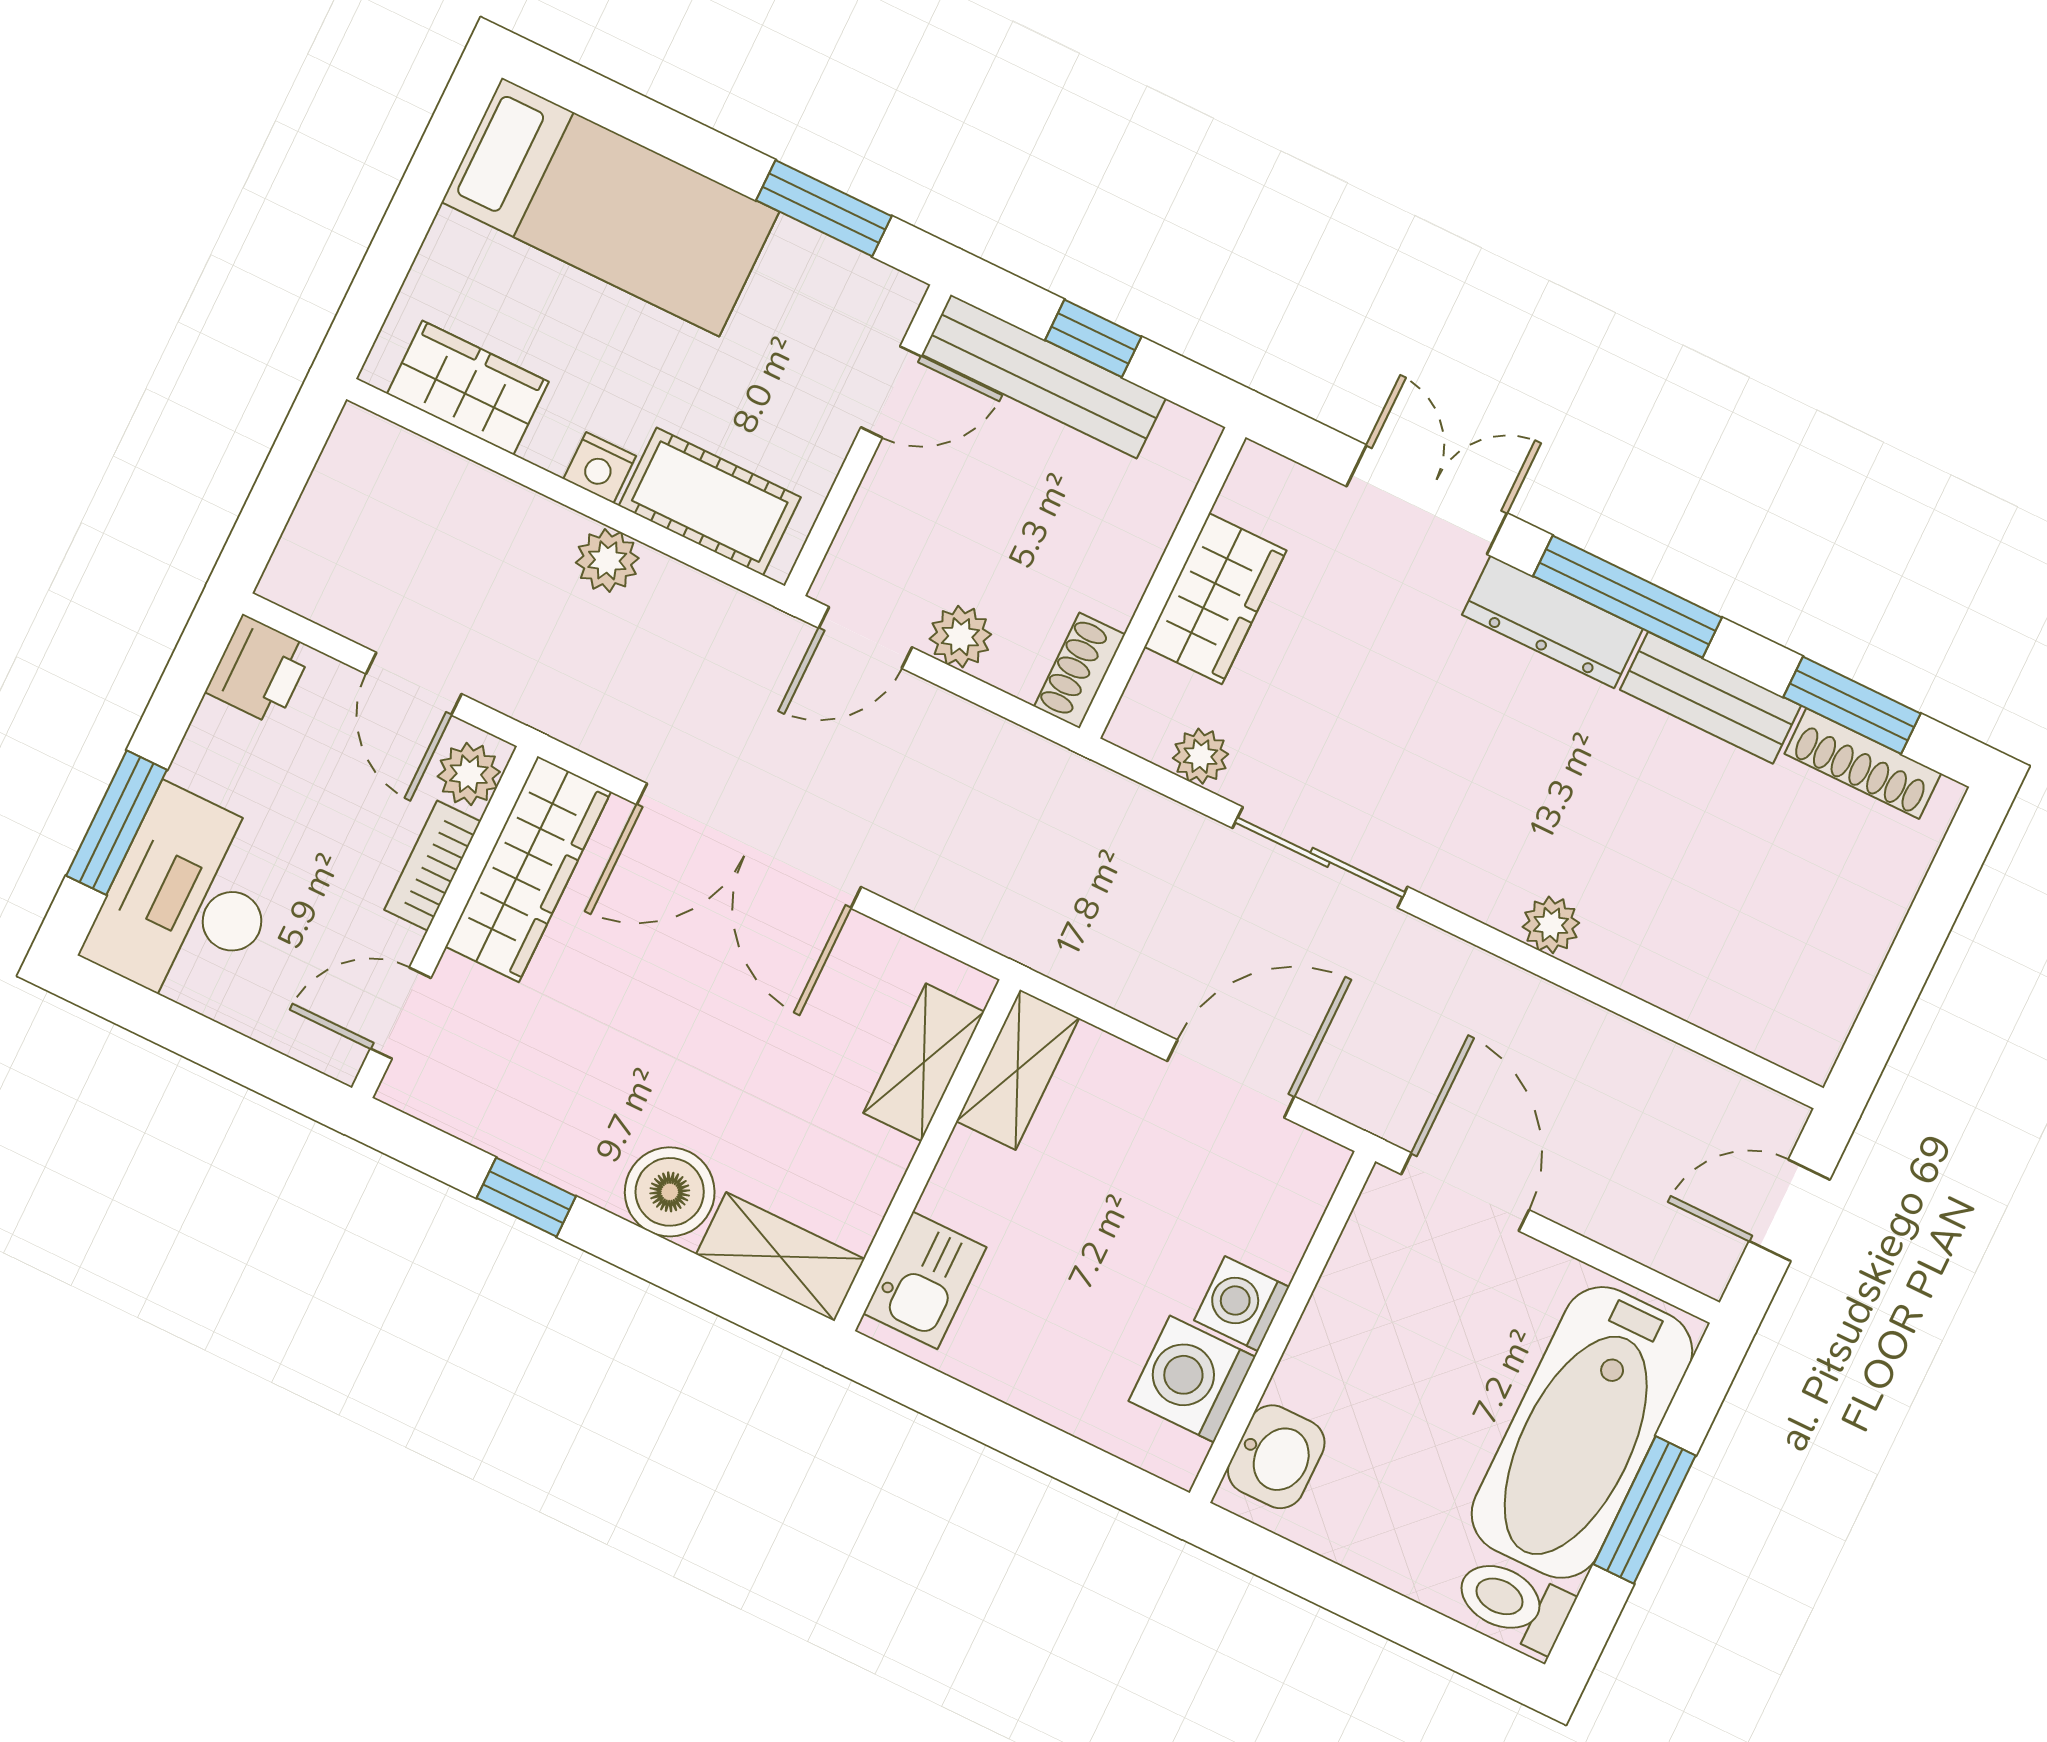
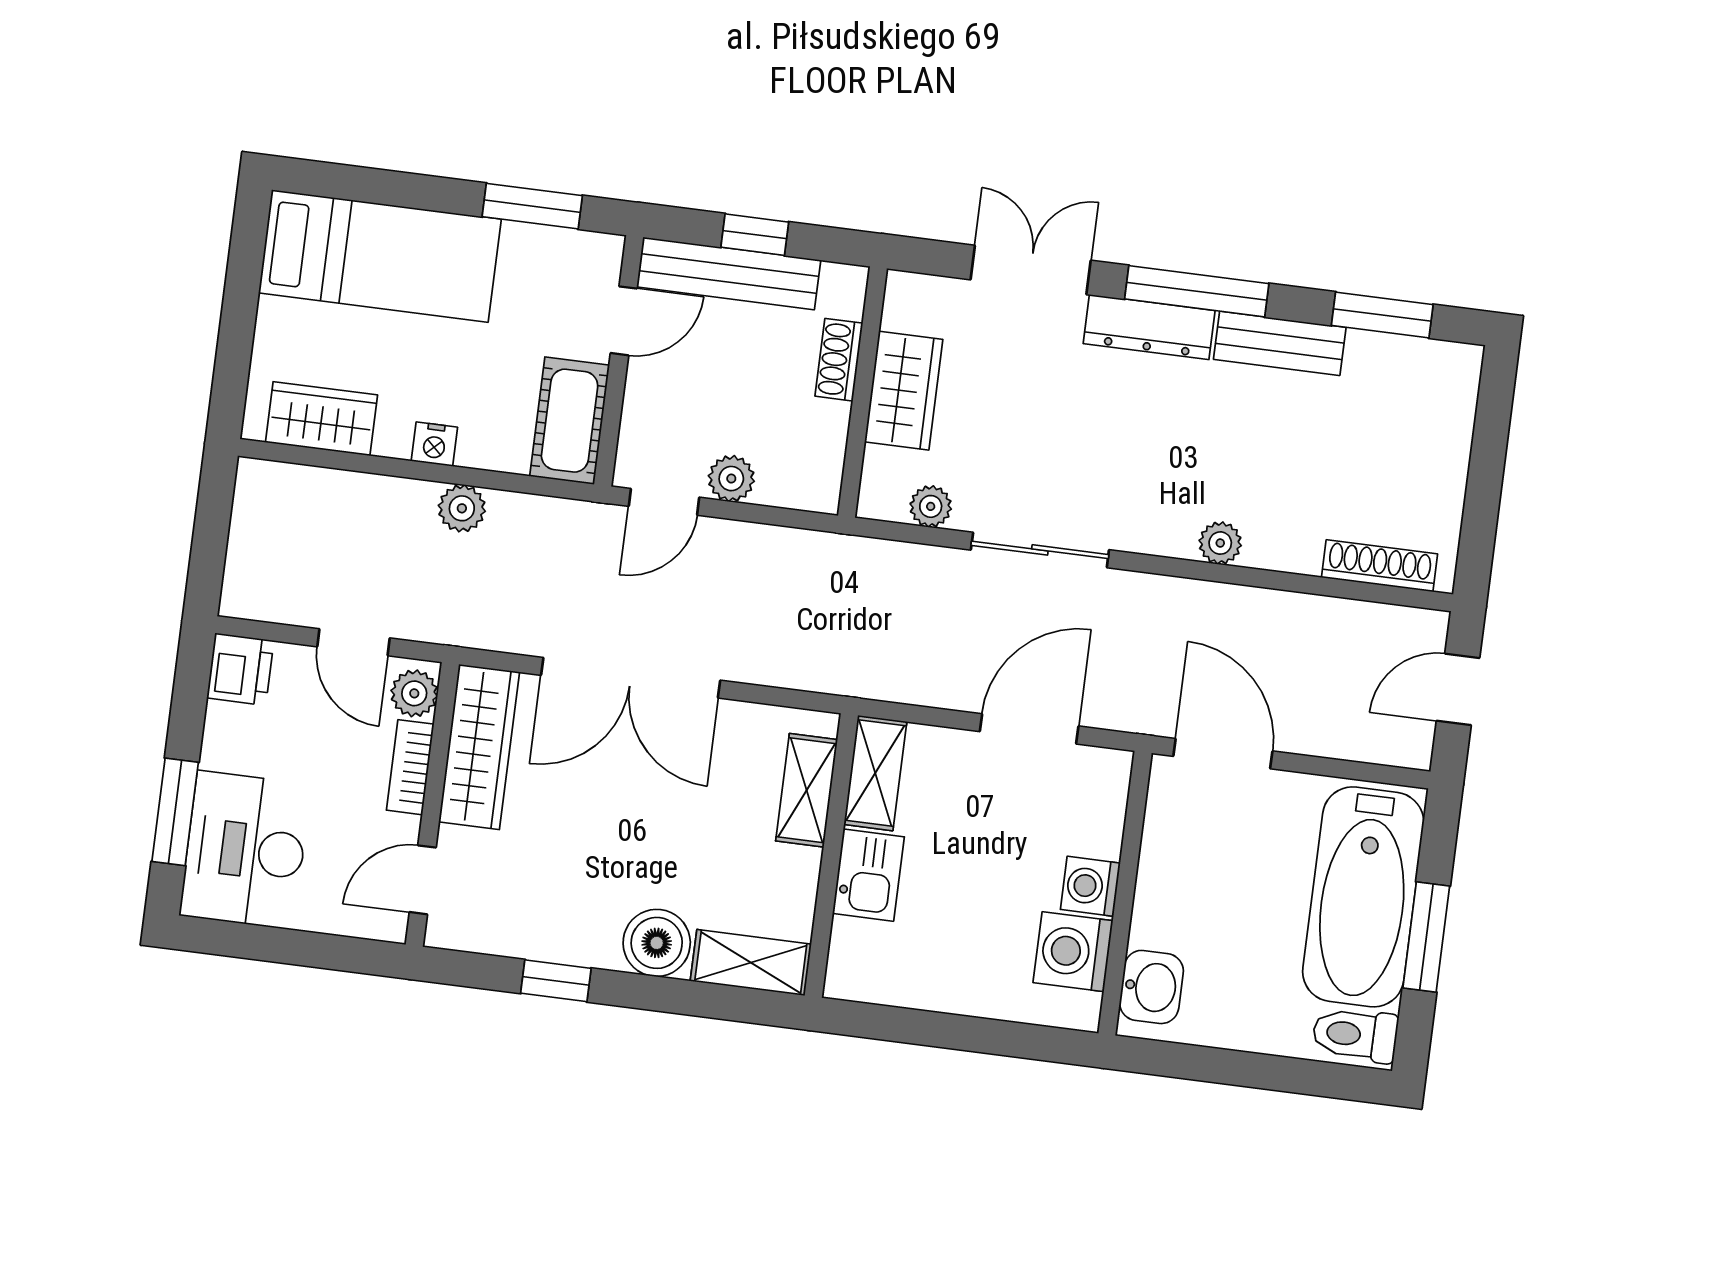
cot: (710, 502) -> (570, 421), moved, turned 90
shoe rack: (1080, 671) -> (839, 360), moved
shoe rack: (1863, 764) -> (1380, 566), moved, turned 180
kitchen sink: (925, 1280) -> (868, 875), moved

